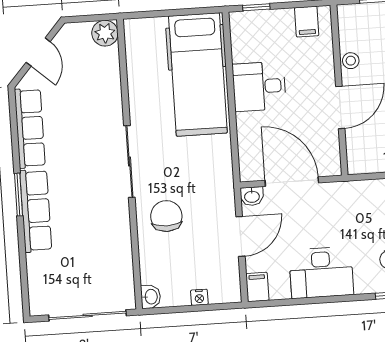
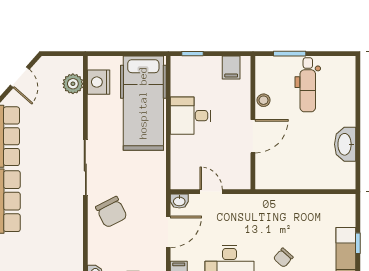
plant: (105, 33) -> (73, 84), moved
nightstand: (139, 51) -> (99, 82), added
door: (292, 182) -> (211, 192), width x0.53
chair: (166, 216) -> (111, 212), turned 153

